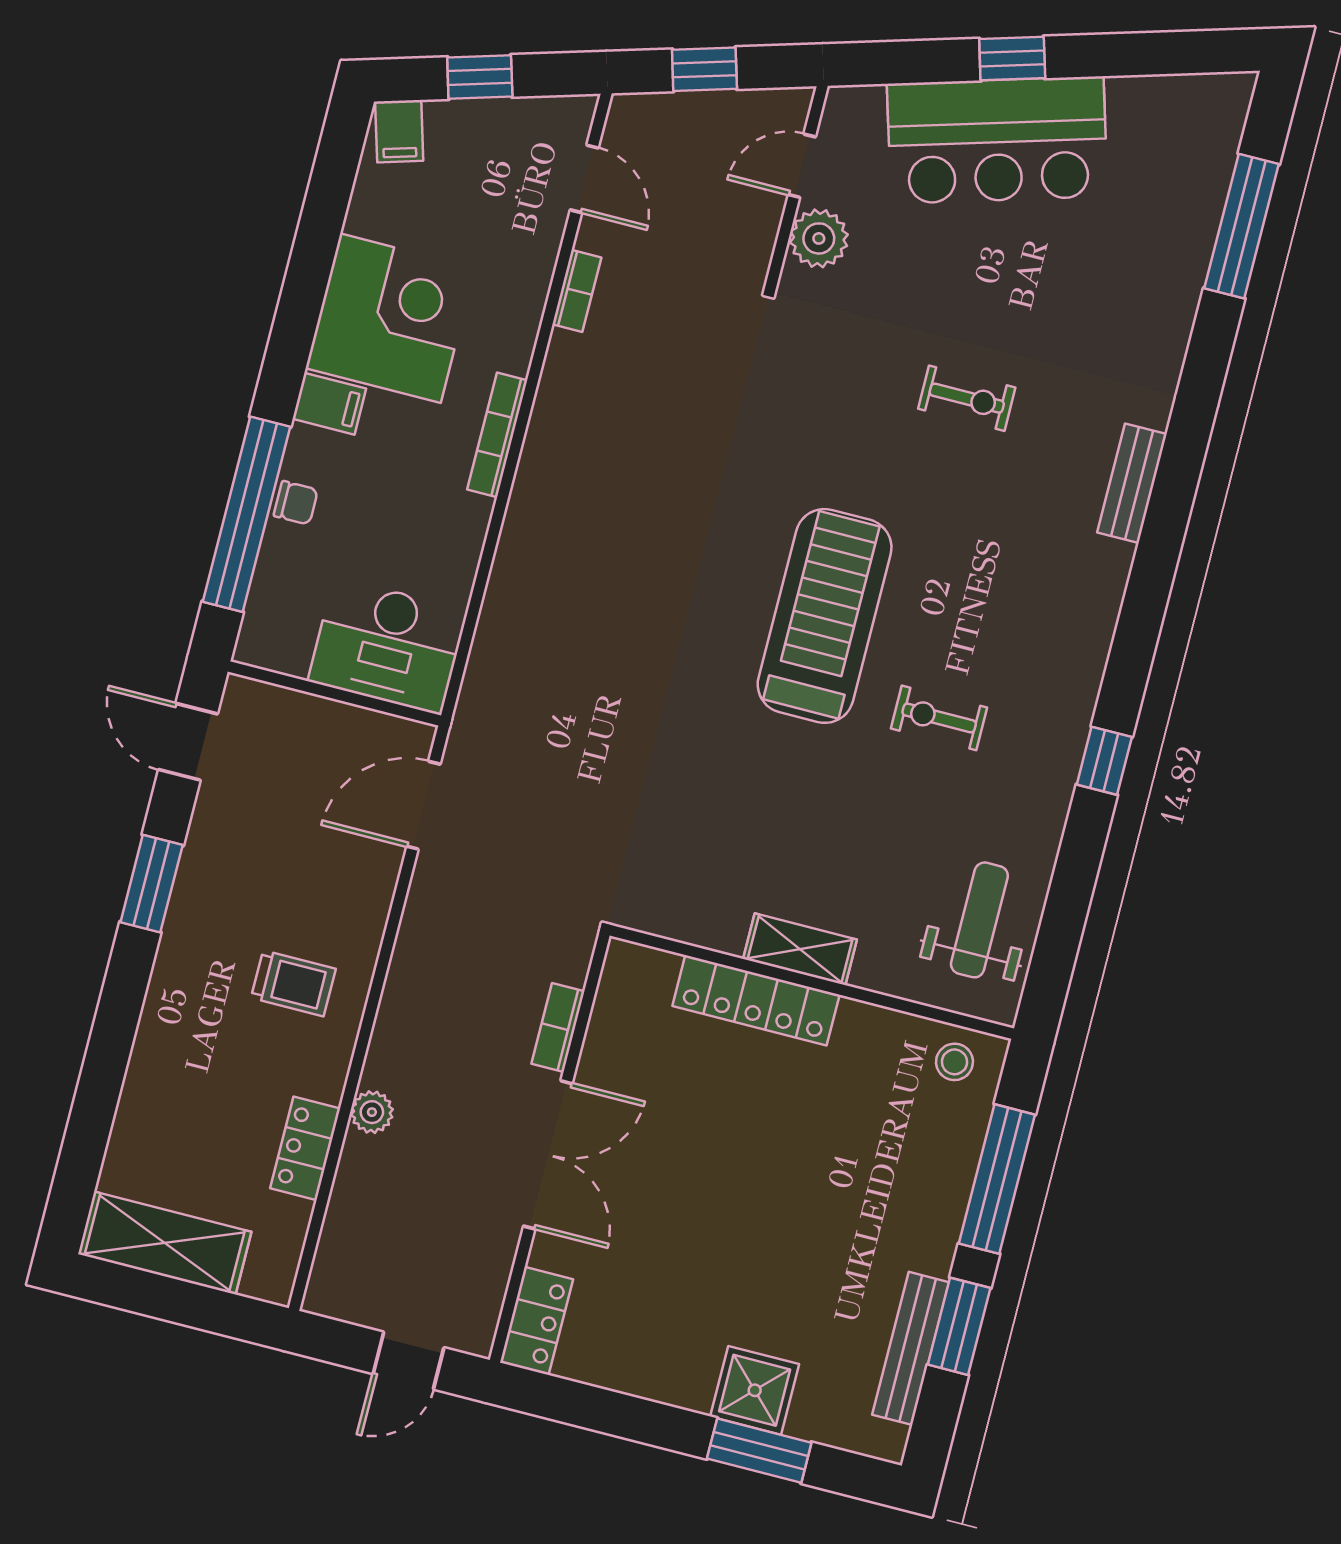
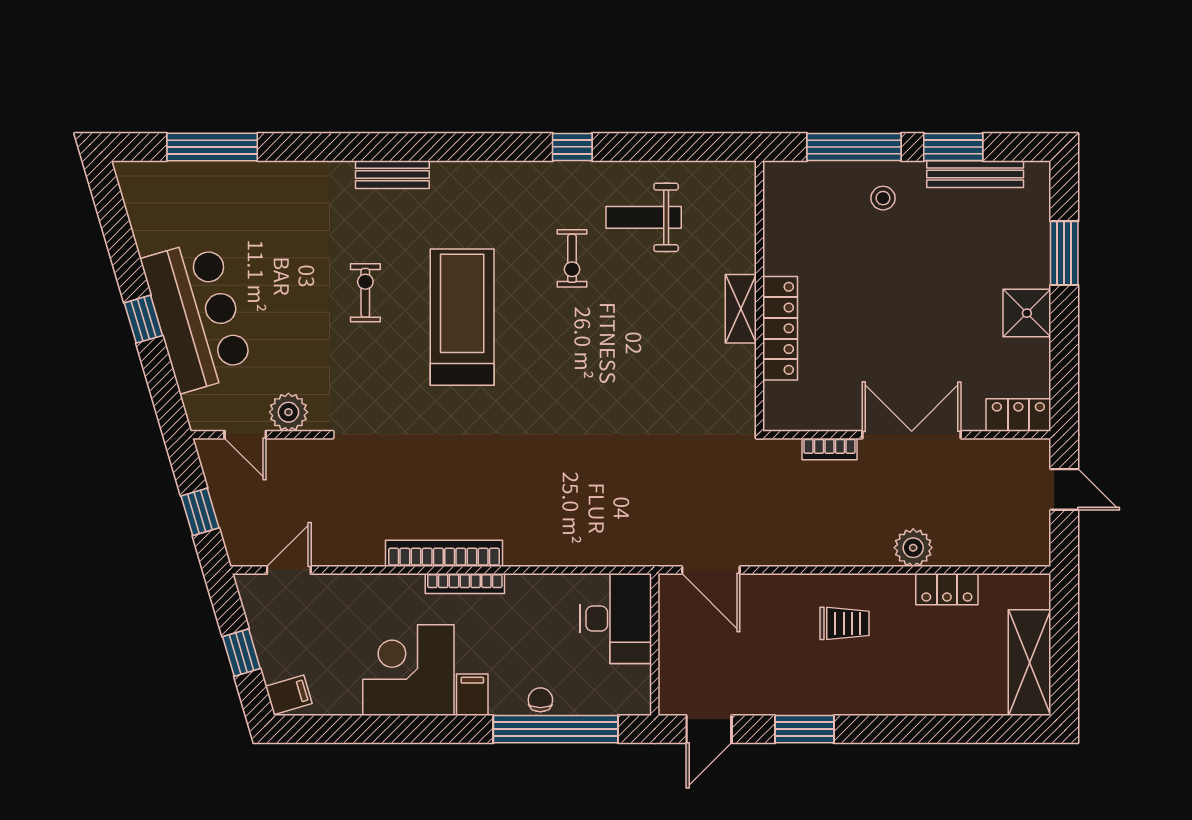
bookcase: (577, 291) -> (444, 553), moved, width x2.31, depth x1.31
treadmill: (825, 616) -> (462, 317), moved, turned 90
weight bench: (979, 920) -> (644, 217), moved
trolley: (293, 983) -> (844, 623), turned 90
stool: (954, 1062) -> (883, 198), moved
plant: (372, 1112) -> (913, 548), width x1.38, depth x1.38
shower: (755, 1390) -> (1027, 313), moved

